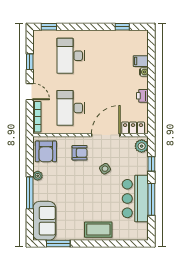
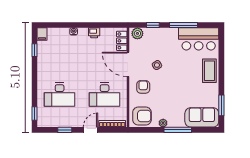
filing cabinet: (141, 61) -> (42, 34), moved
bar counter: (135, 199) -> (199, 39), moved

